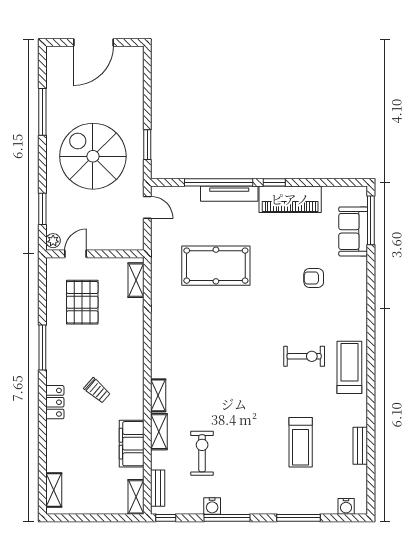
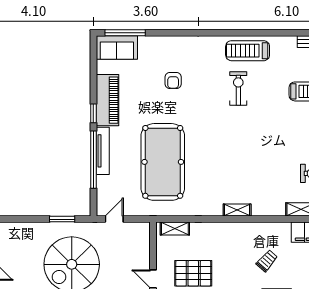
sofa: (353, 231) -> (117, 48), moved
pool table: (216, 266) -> (163, 162), width x1.36, depth x1.32
shelving: (158, 395) -> (237, 210), moved

